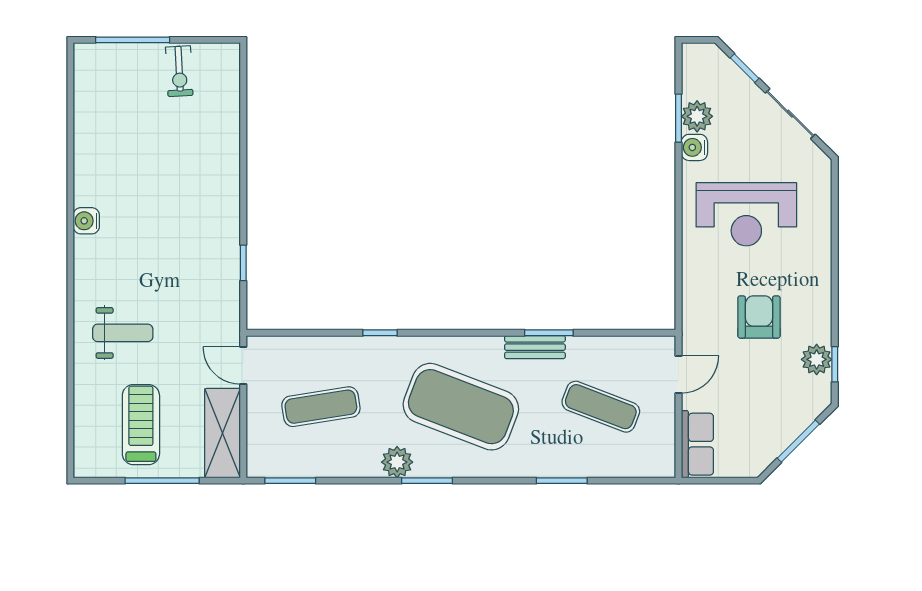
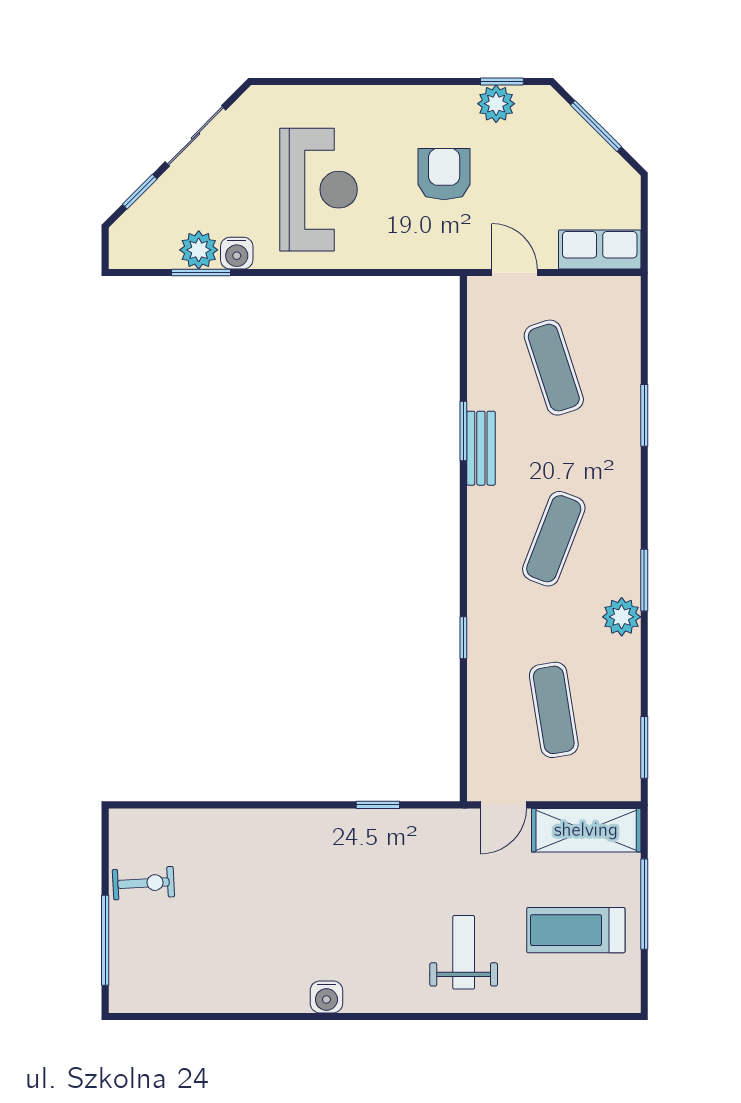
armchair: (759, 317) -> (444, 174), turned 90
exercise mat: (461, 407) -> (554, 539), width x0.50, depth x0.69
exercise mat: (601, 407) -> (554, 368), turned -39

